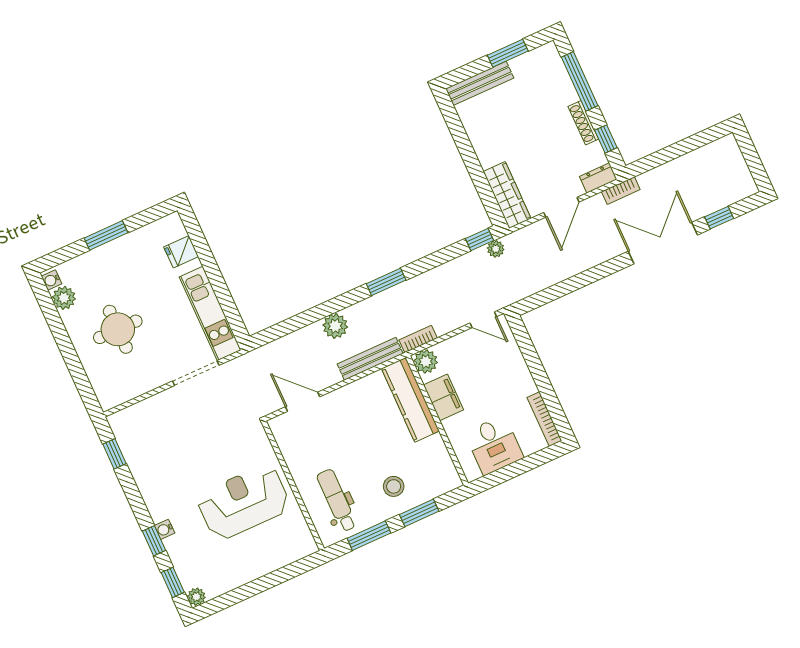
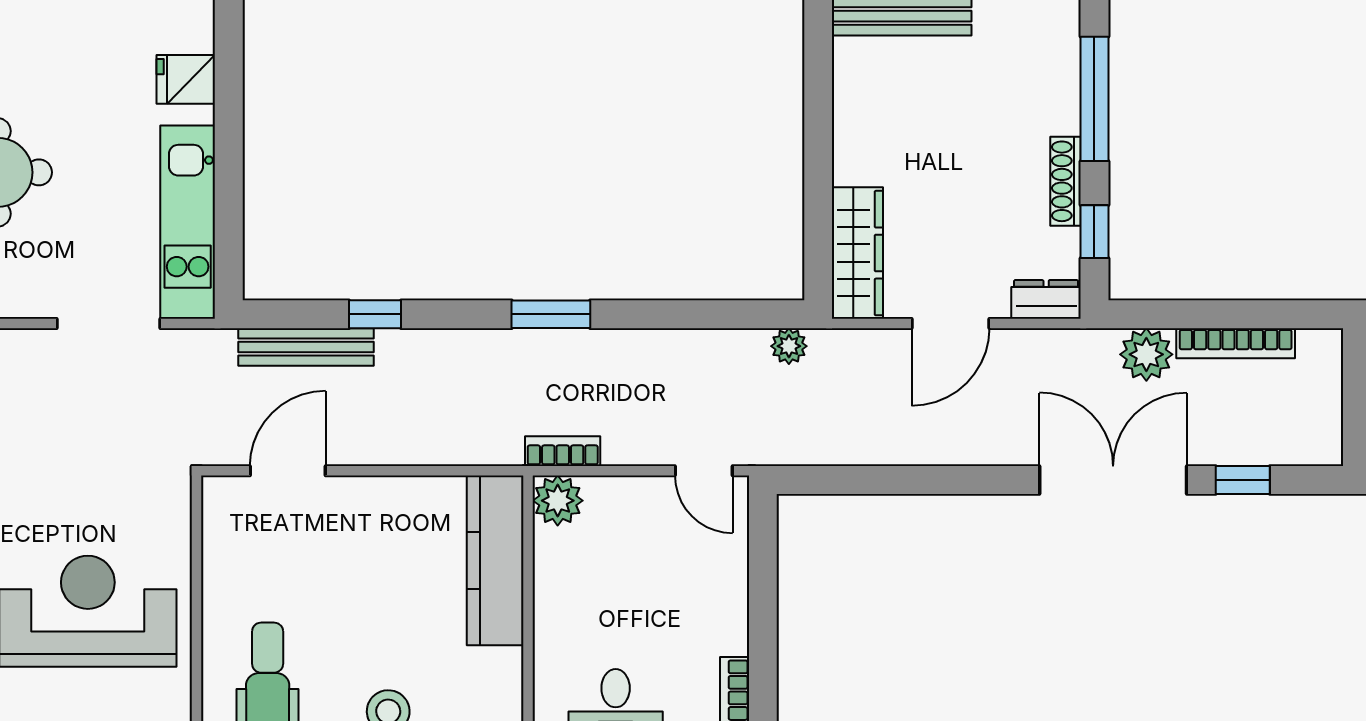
bookcase: (621, 191) -> (1236, 343), moved, width x1.56
window: (480, 239) -> (375, 314), moved
plant: (335, 326) -> (1146, 354), moved
bench: (370, 359) -> (306, 347), moved
filing cabinet: (443, 397) -> (560, 585), removed
door: (303, 402) -> (288, 471), hinge flipped

